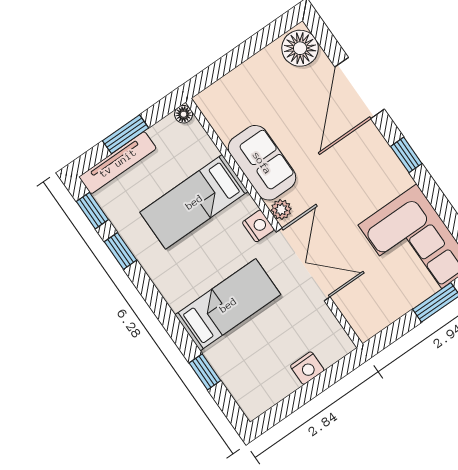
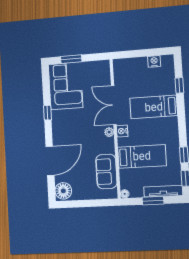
window: (406, 155) -> (47, 113), moved
sofa: (262, 163) -> (106, 171), moved
nightstand: (307, 368) -> (154, 61), moved

